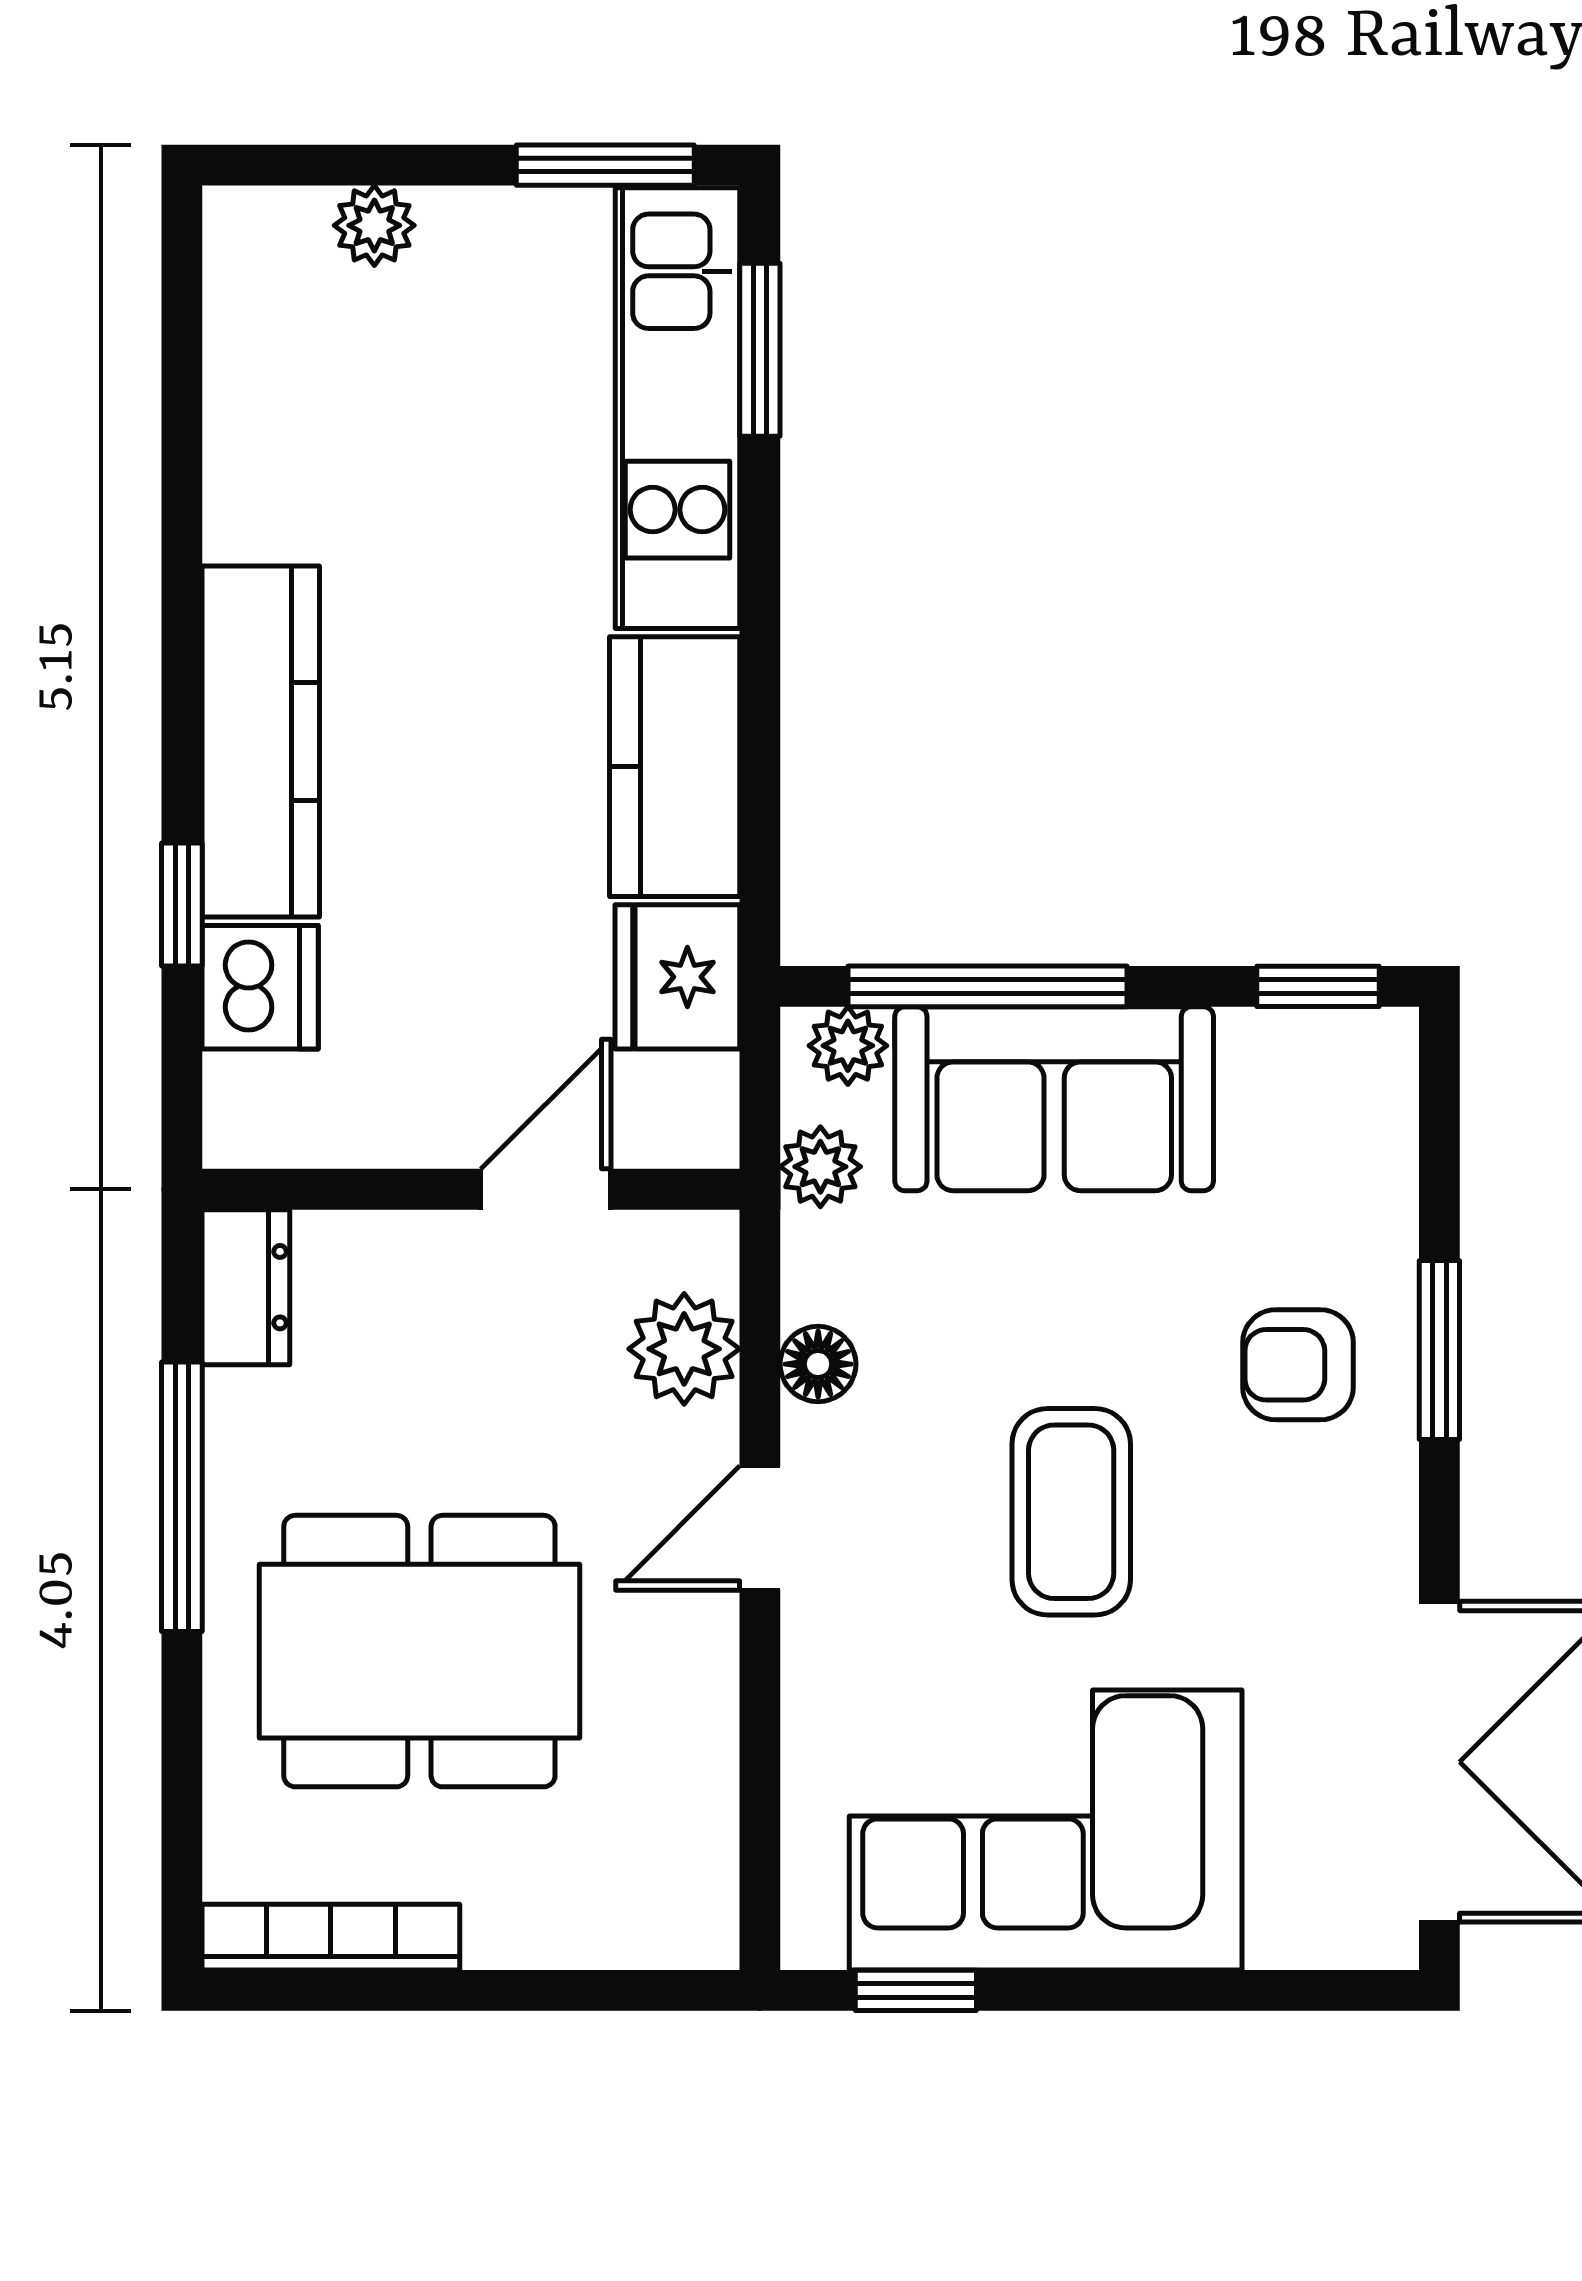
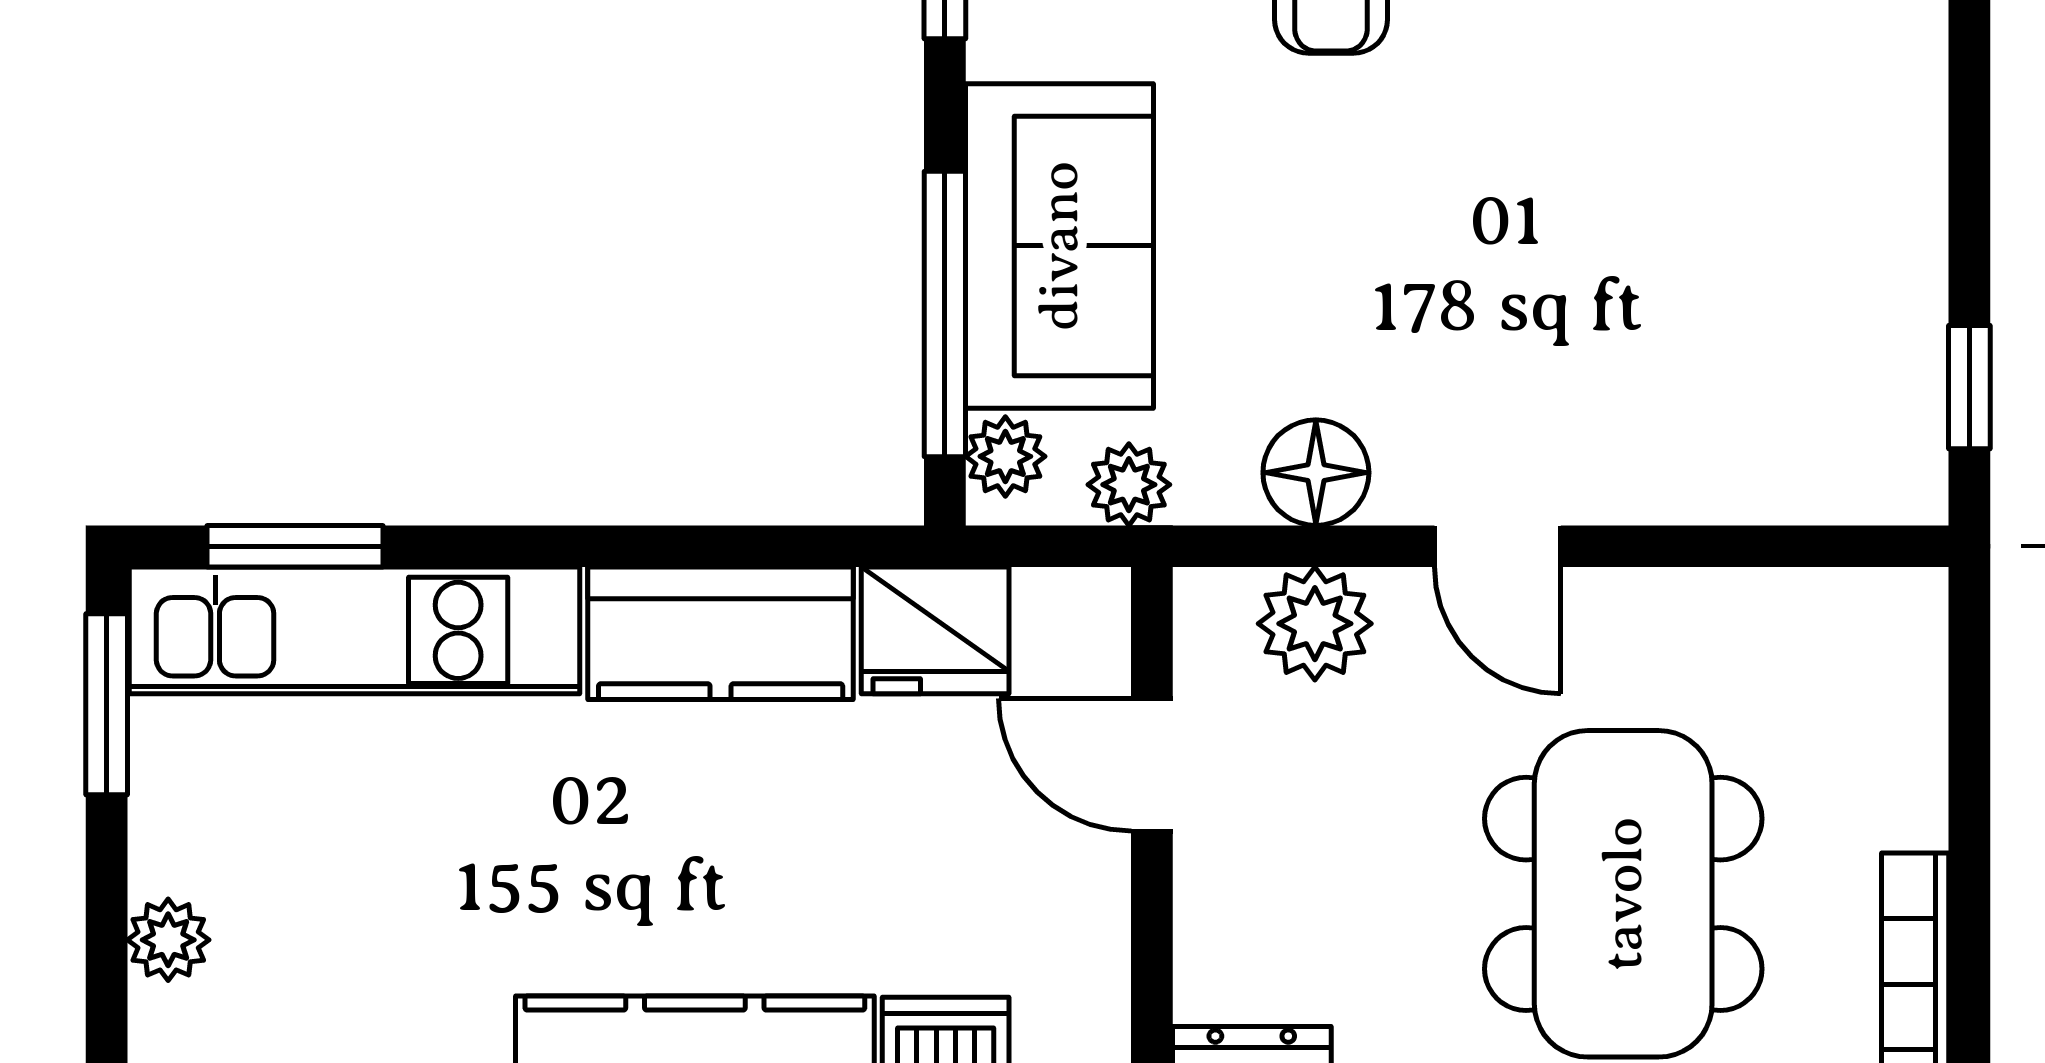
floor lamp: (818, 1364) -> (1316, 473), width x1.37, depth x1.37
coffee table: (1071, 1512) -> (1481, 229), removed
corner sofa: (1046, 1830) -> (1806, 255), removed

